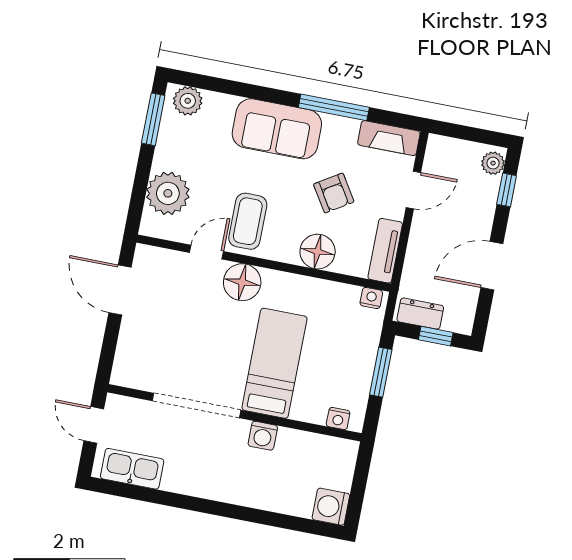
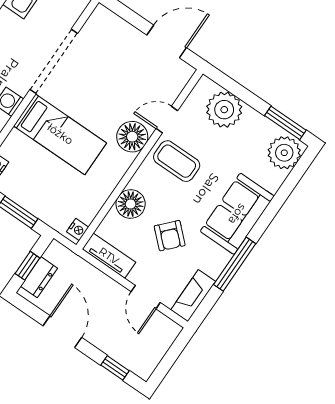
plant: (188, 101) -> (284, 153), width x1.36, depth x1.36
plant: (493, 163) -> (140, 366), removed
armchair: (334, 193) -> (170, 236), turned -105
door: (207, 252) -> (167, 120), swing flipped
dresser: (420, 314) -> (39, 277), moved

